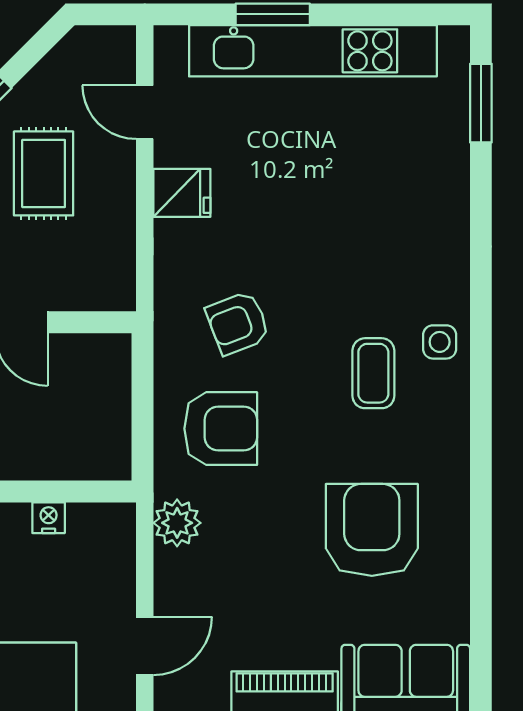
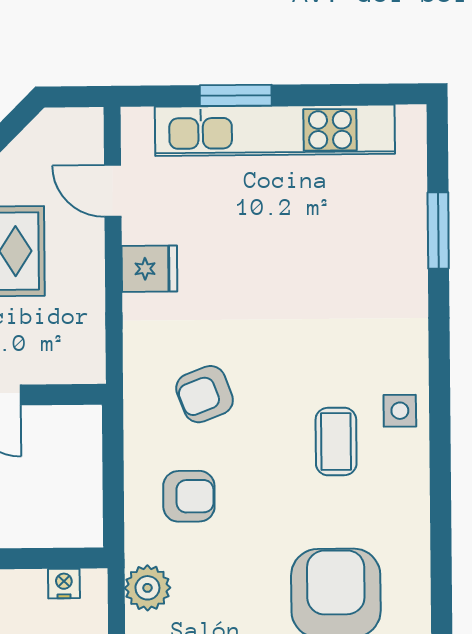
window: (481, 103) -> (438, 230), moved
armchair: (221, 429) -> (189, 496), width x0.72, depth x0.72
nightstand: (49, 518) -> (64, 584), moved

